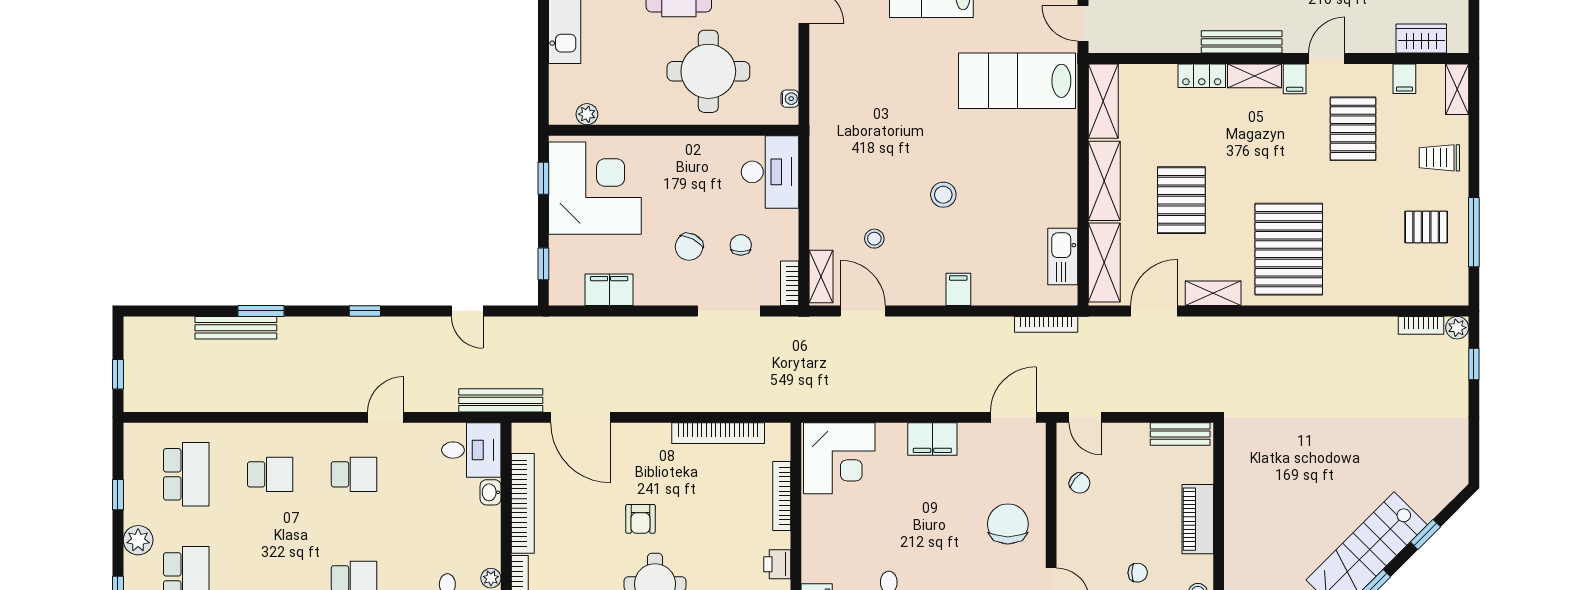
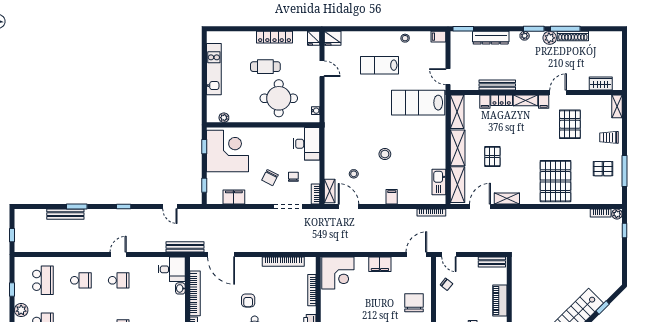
bench: (1242, 42) -> (497, 85), moved
filing cabinet: (1404, 79) -> (485, 102), moved
pallet: (1181, 200) -> (492, 157), width x0.67, depth x0.71
pallet: (1289, 249) -> (555, 181), moved
door: (385, 417) -> (118, 255), moved

